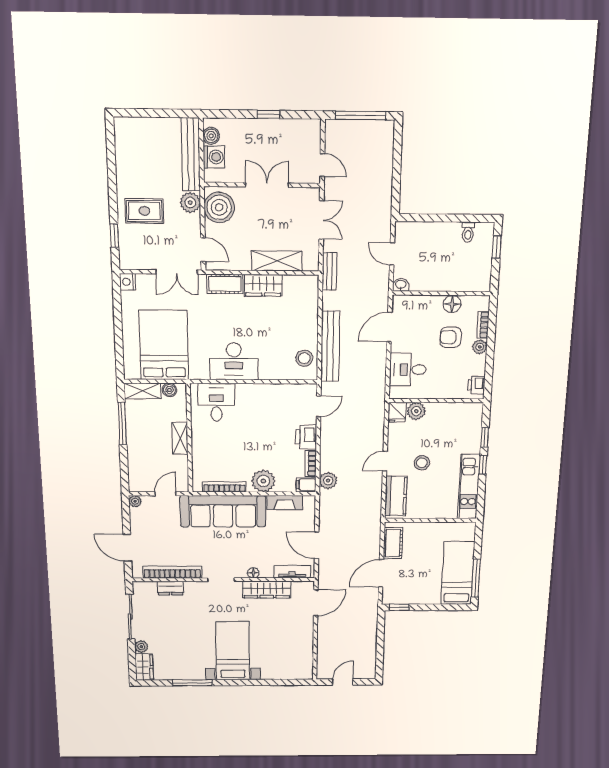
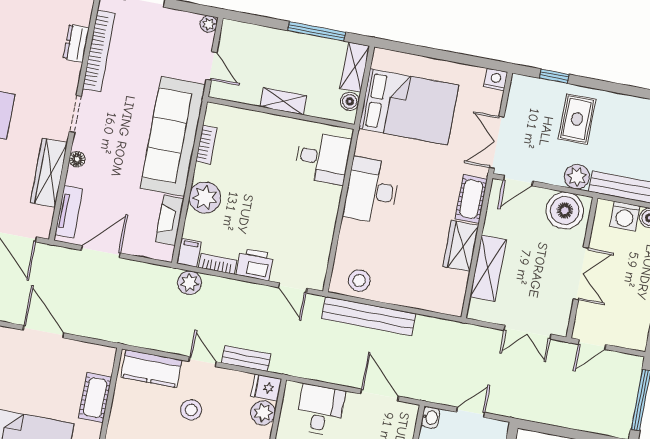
bench: (330, 271) -> (246, 358), moved
bookcase: (224, 487) -> (206, 145), width x0.64
cot: (393, 543) -> (95, 398), moved, turned 90

